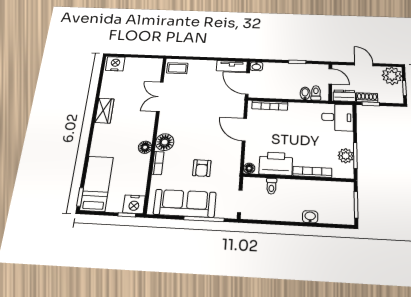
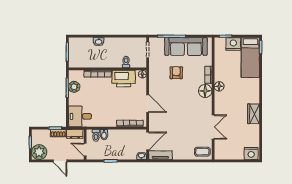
door: (247, 83) -> (148, 141), hinge flipped
nightstand: (134, 204) -> (233, 44), moved

